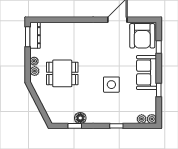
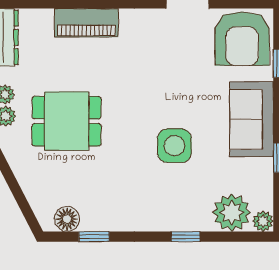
piano: (71, 29) -> (86, 23), added
floor lamp: (80, 118) -> (67, 219), moved
plant: (142, 119) -> (232, 213), width x1.88, depth x1.88

